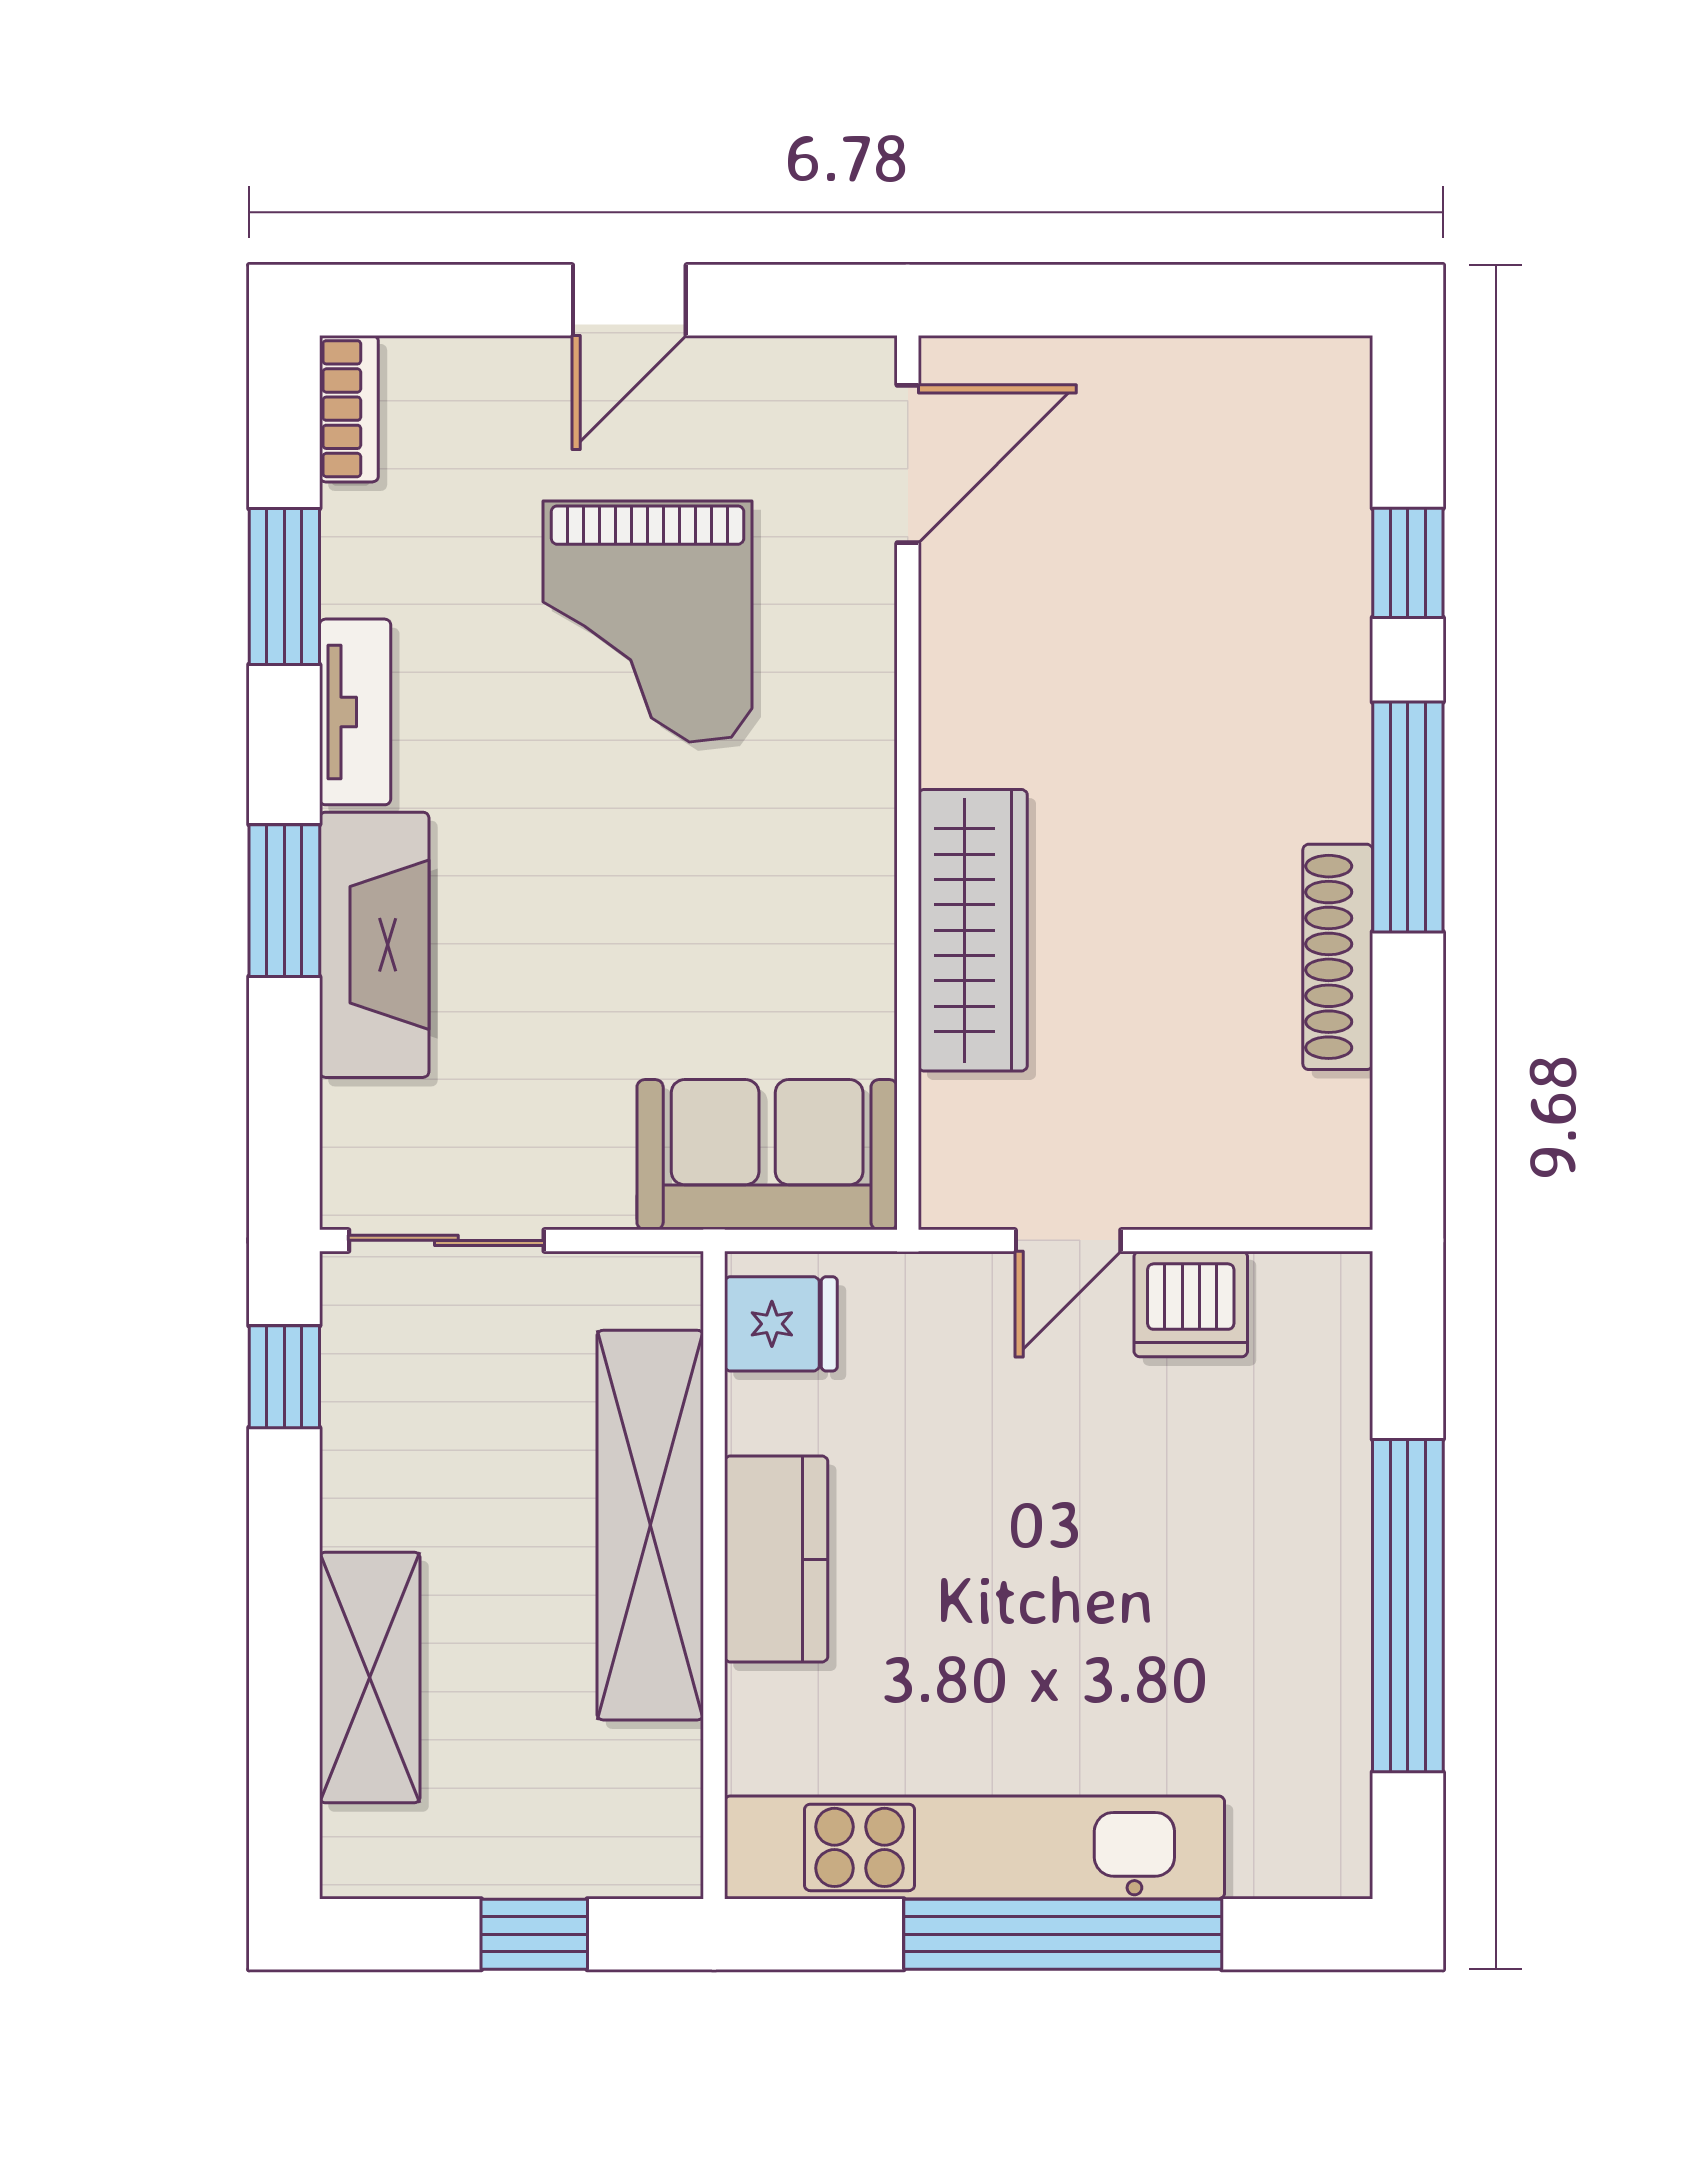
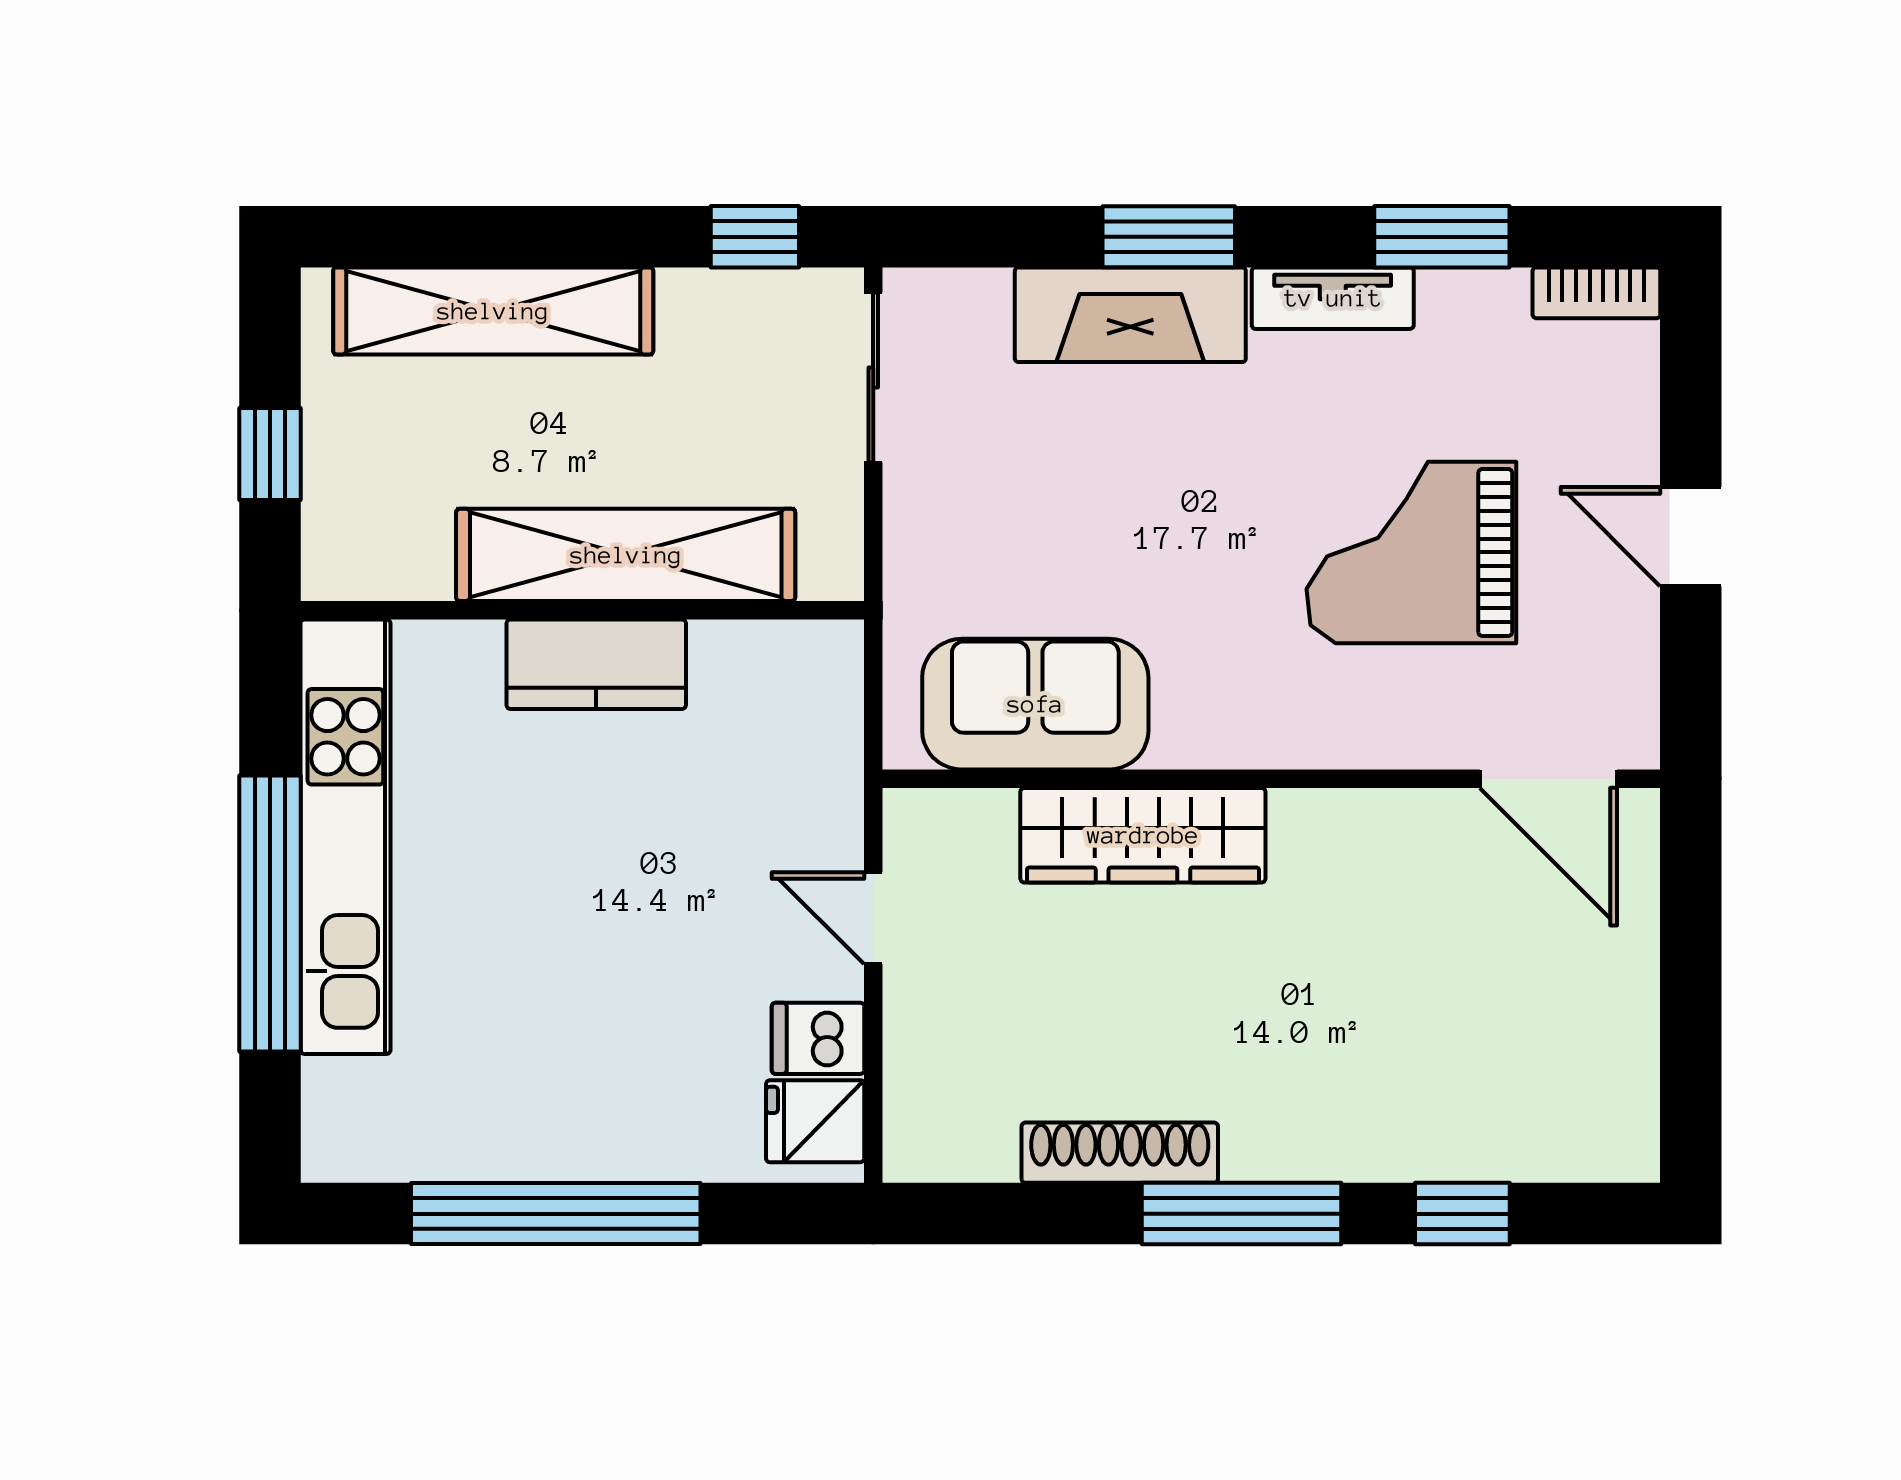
sofa: (767, 1155) -> (1035, 704), moved, turned -90
dishwasher: (1191, 1304) -> (818, 1038), width x0.73
fridge: (781, 1324) -> (815, 1121), moved, turned 90
shelving: (370, 1677) -> (493, 311), width x1.47

